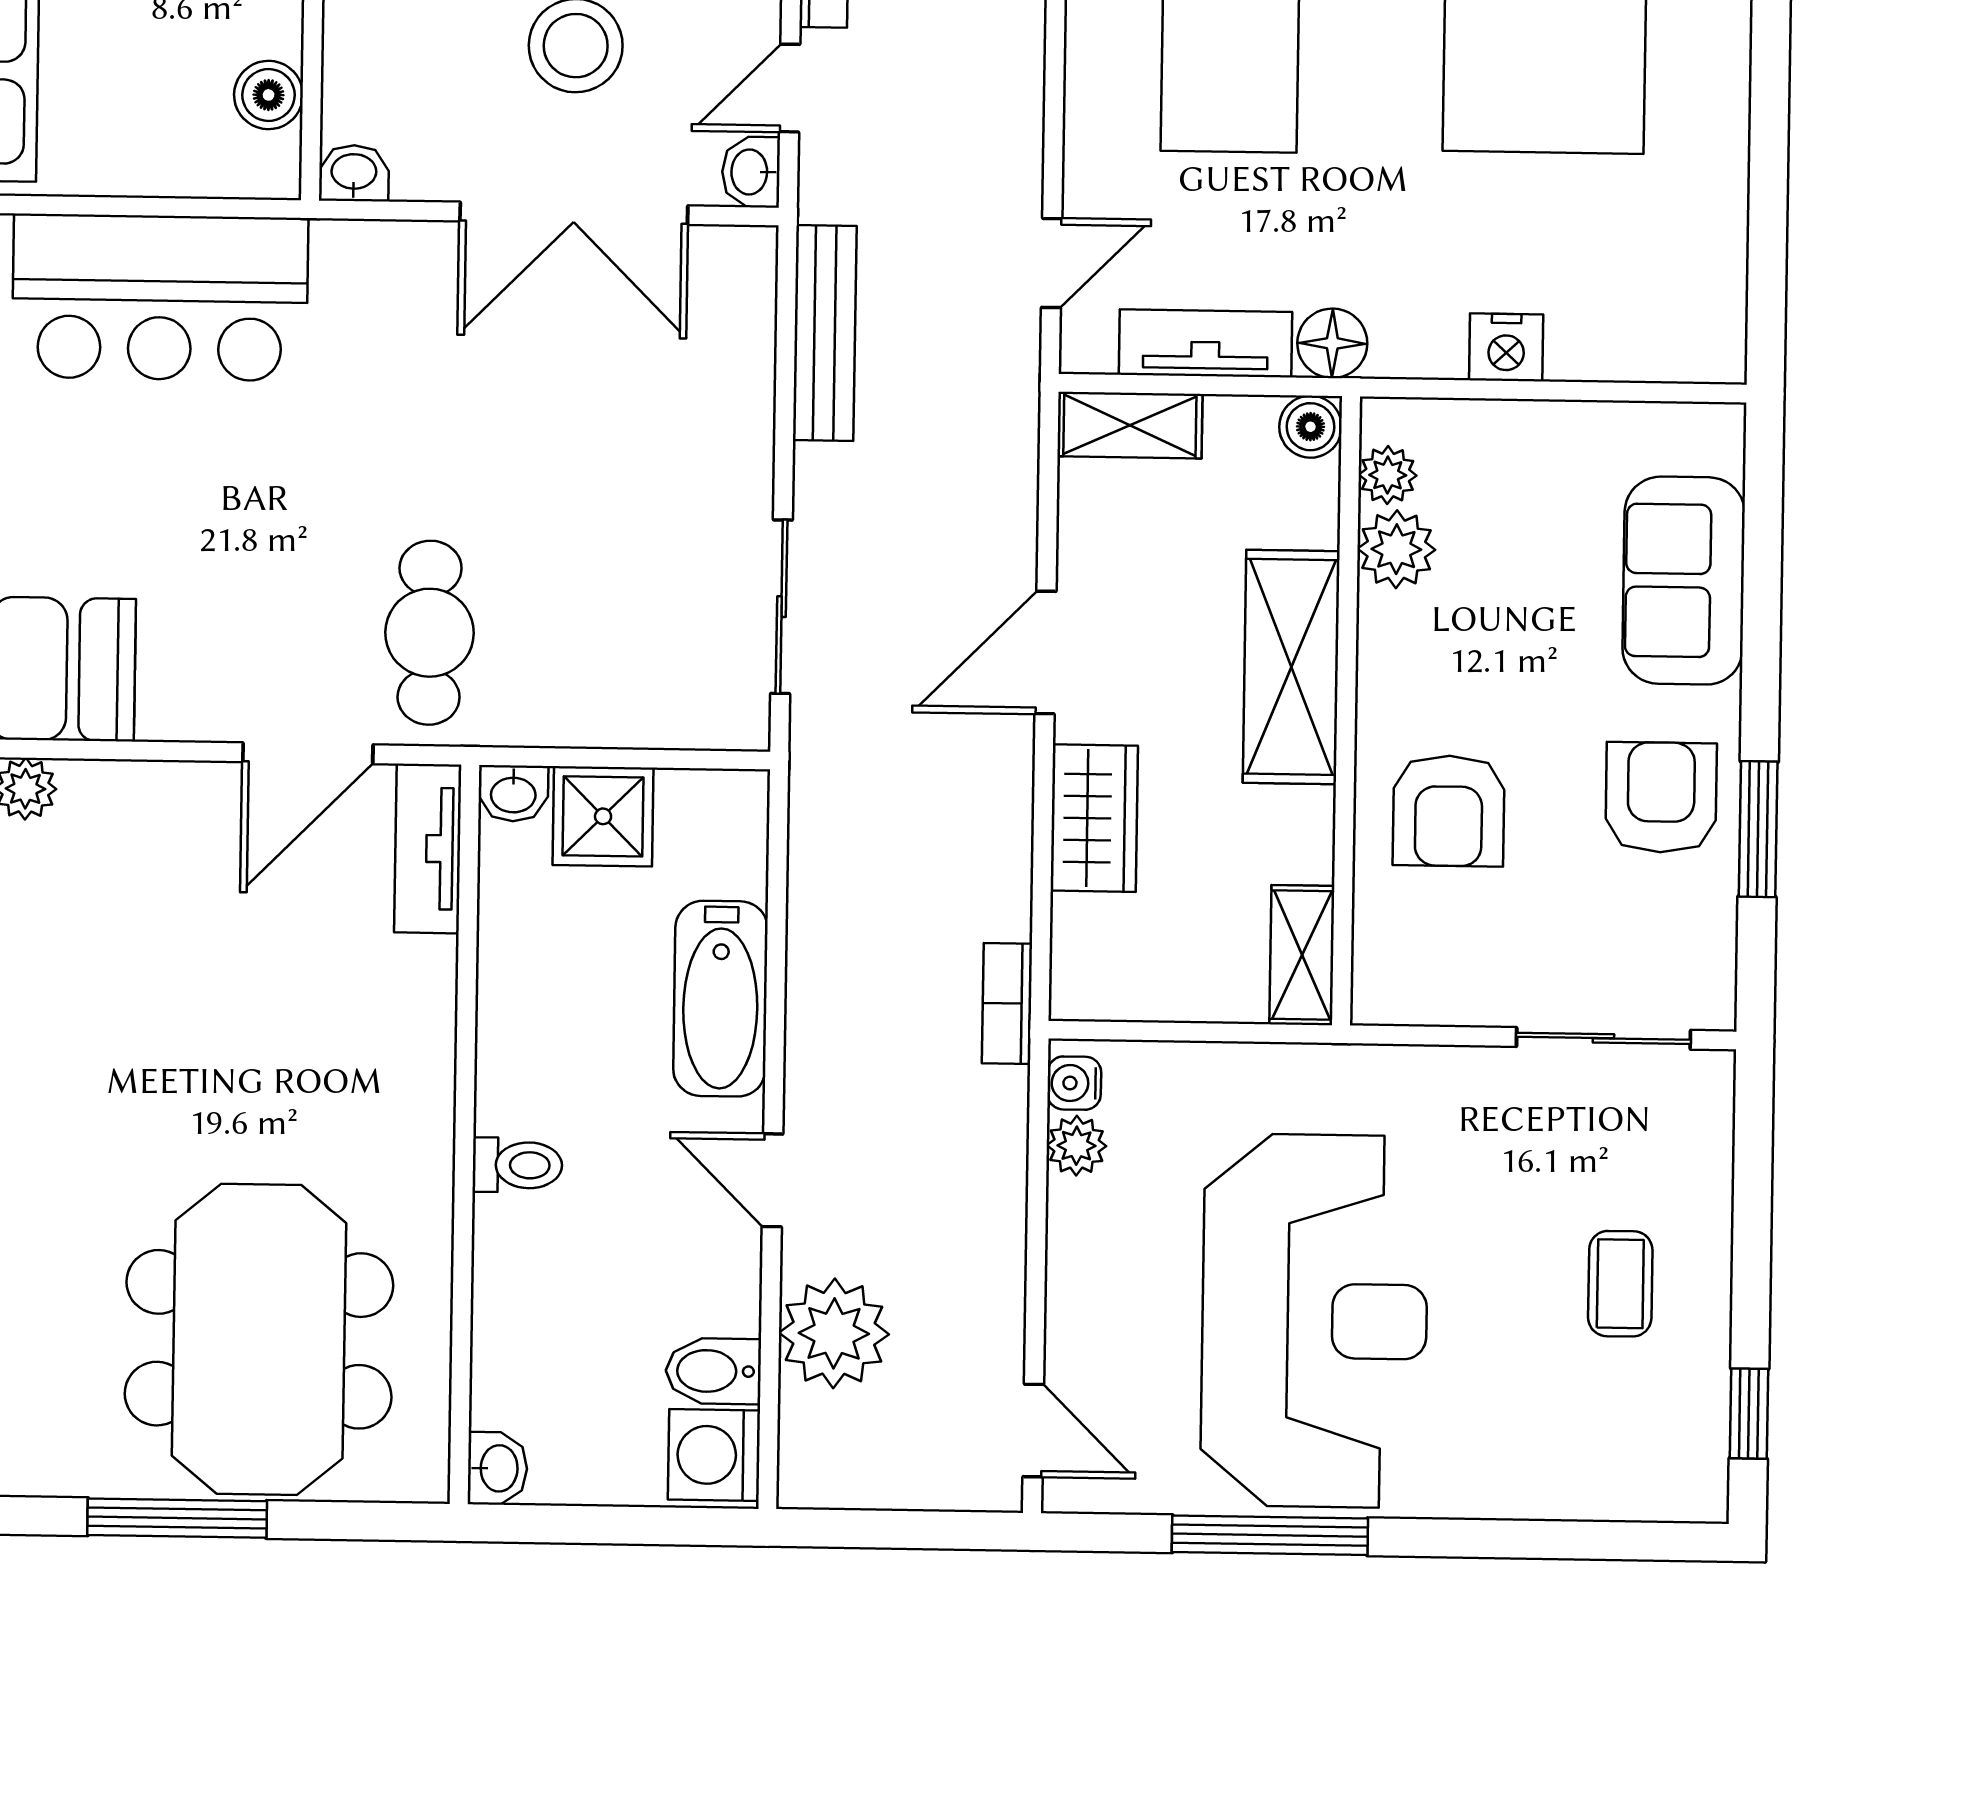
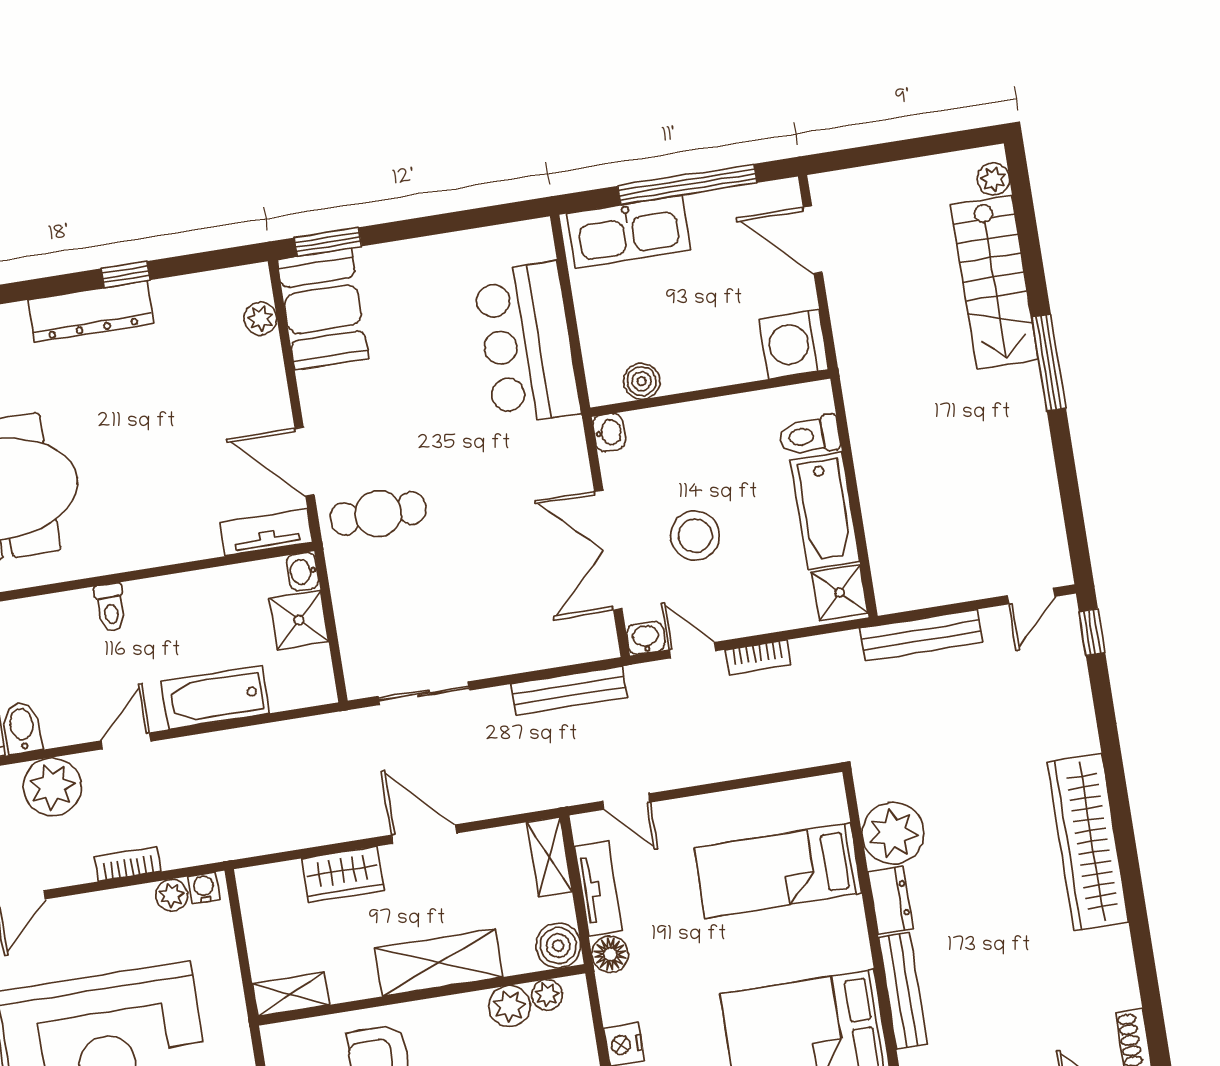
boiler: (1310, 427) -> (558, 946), width x1.36, depth x1.36
bookcase: (1007, 1003) -> (128, 864), moved

